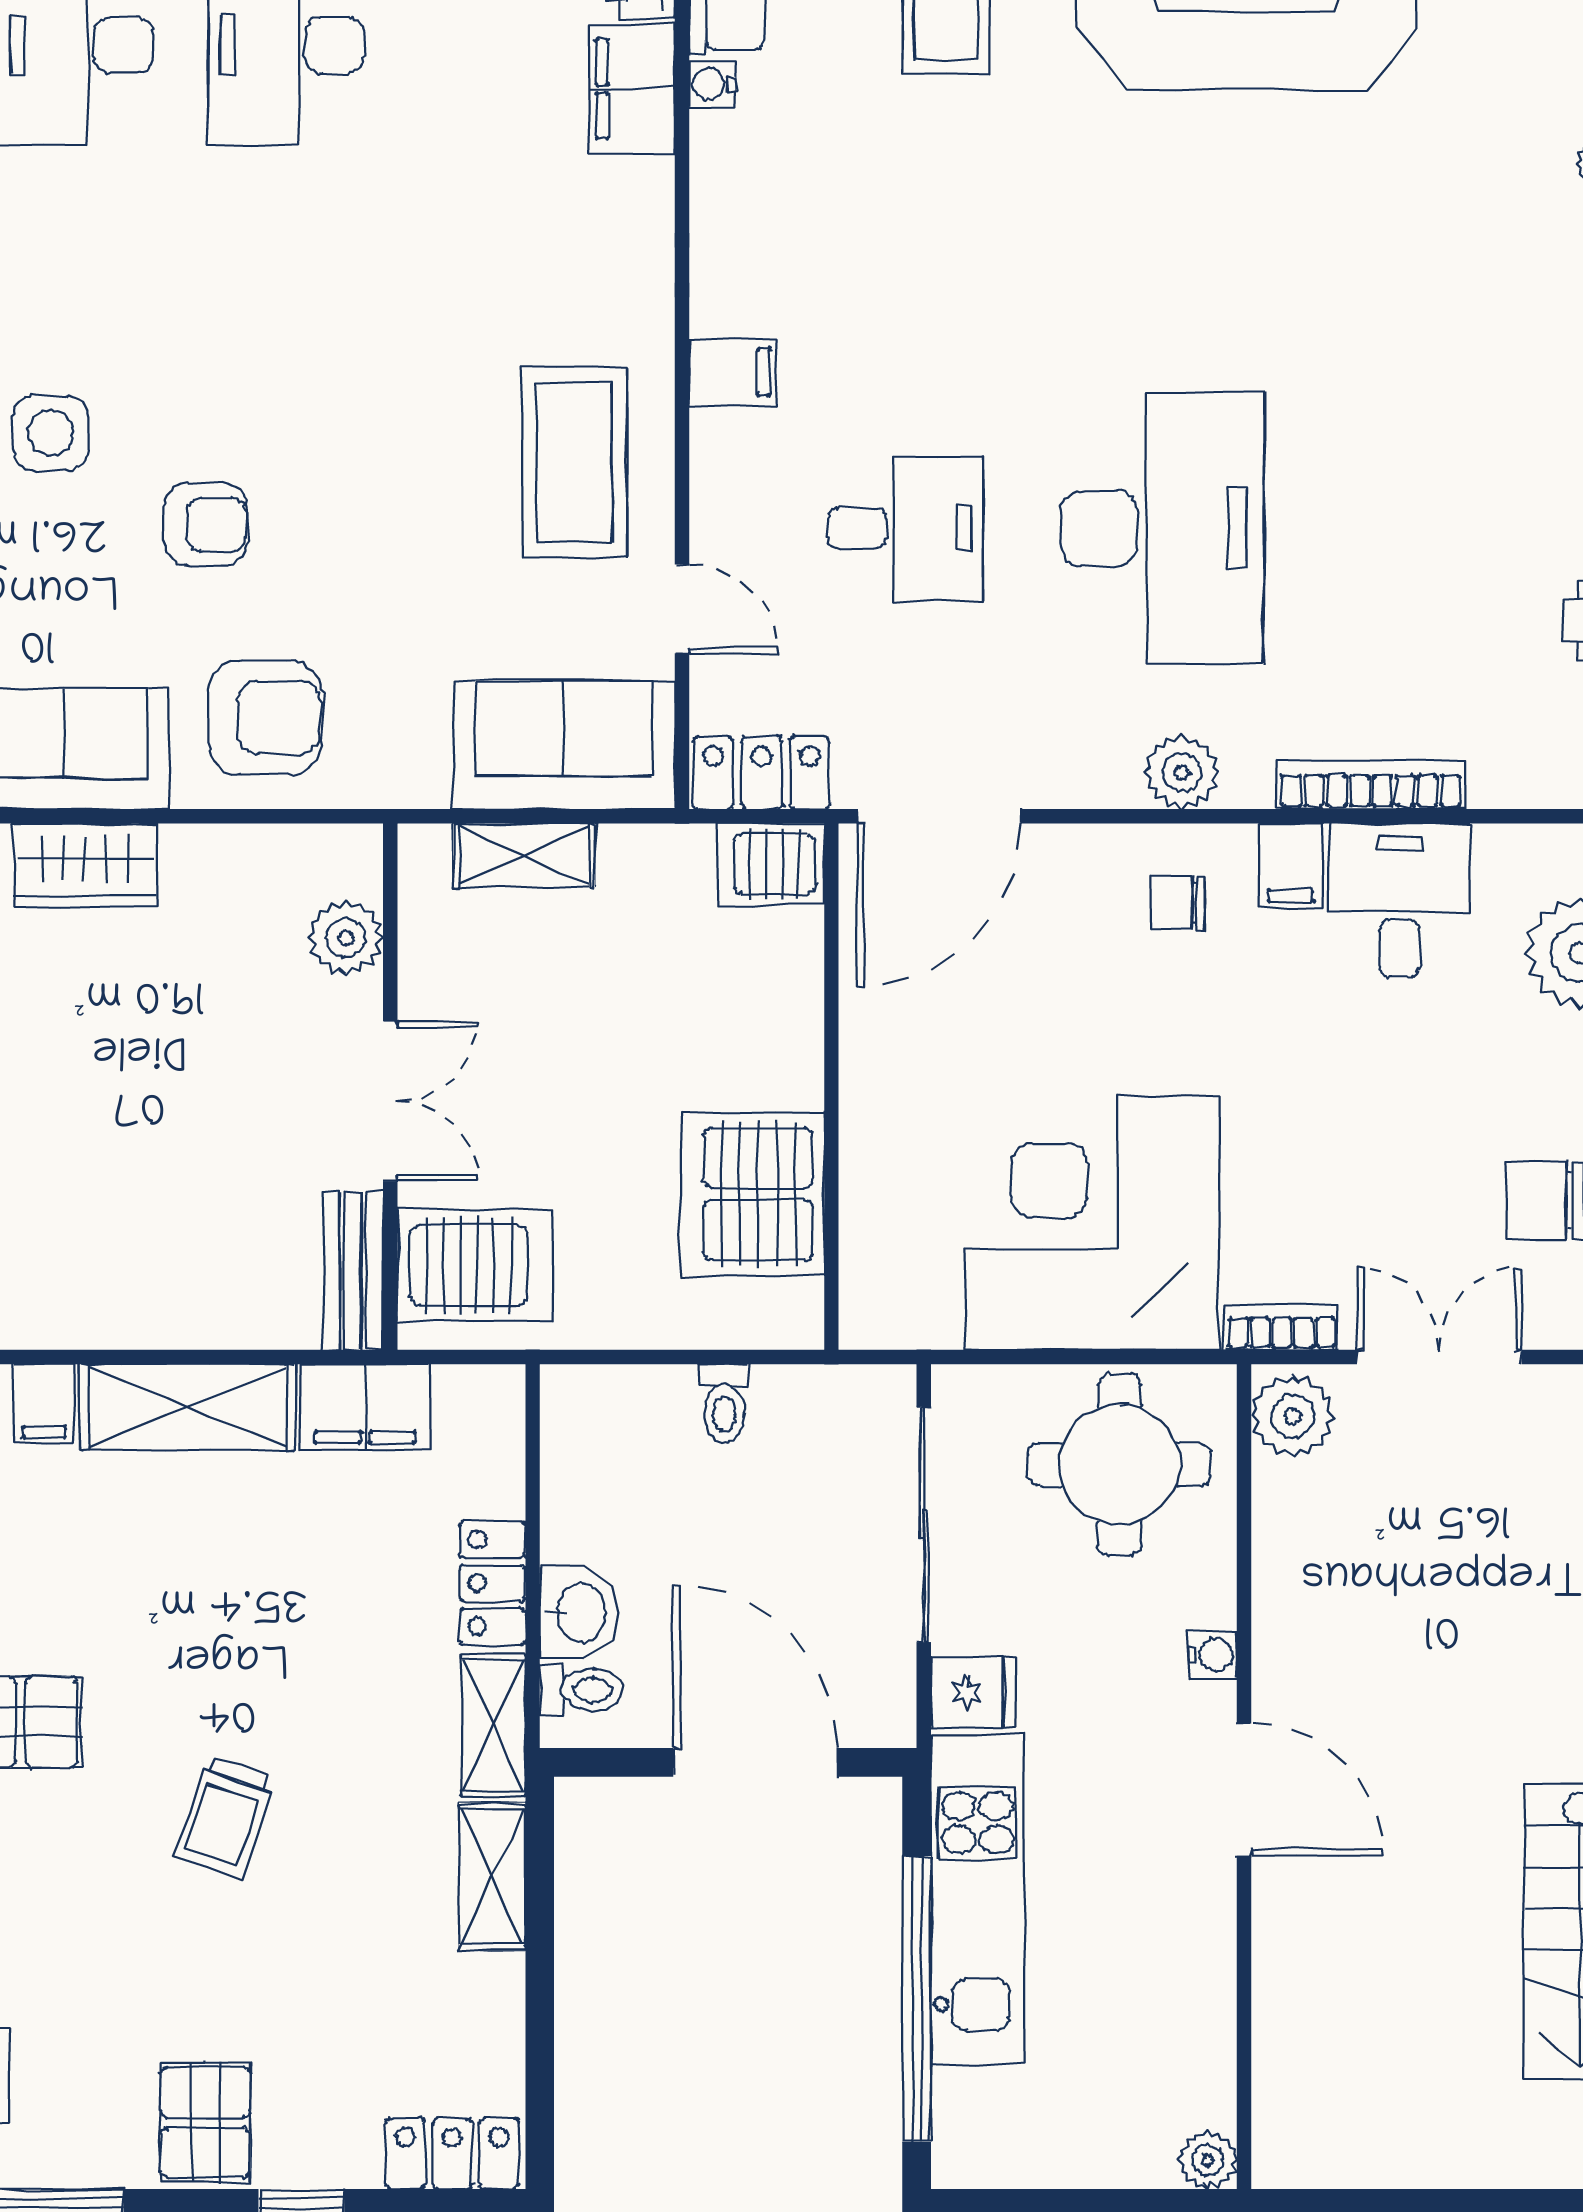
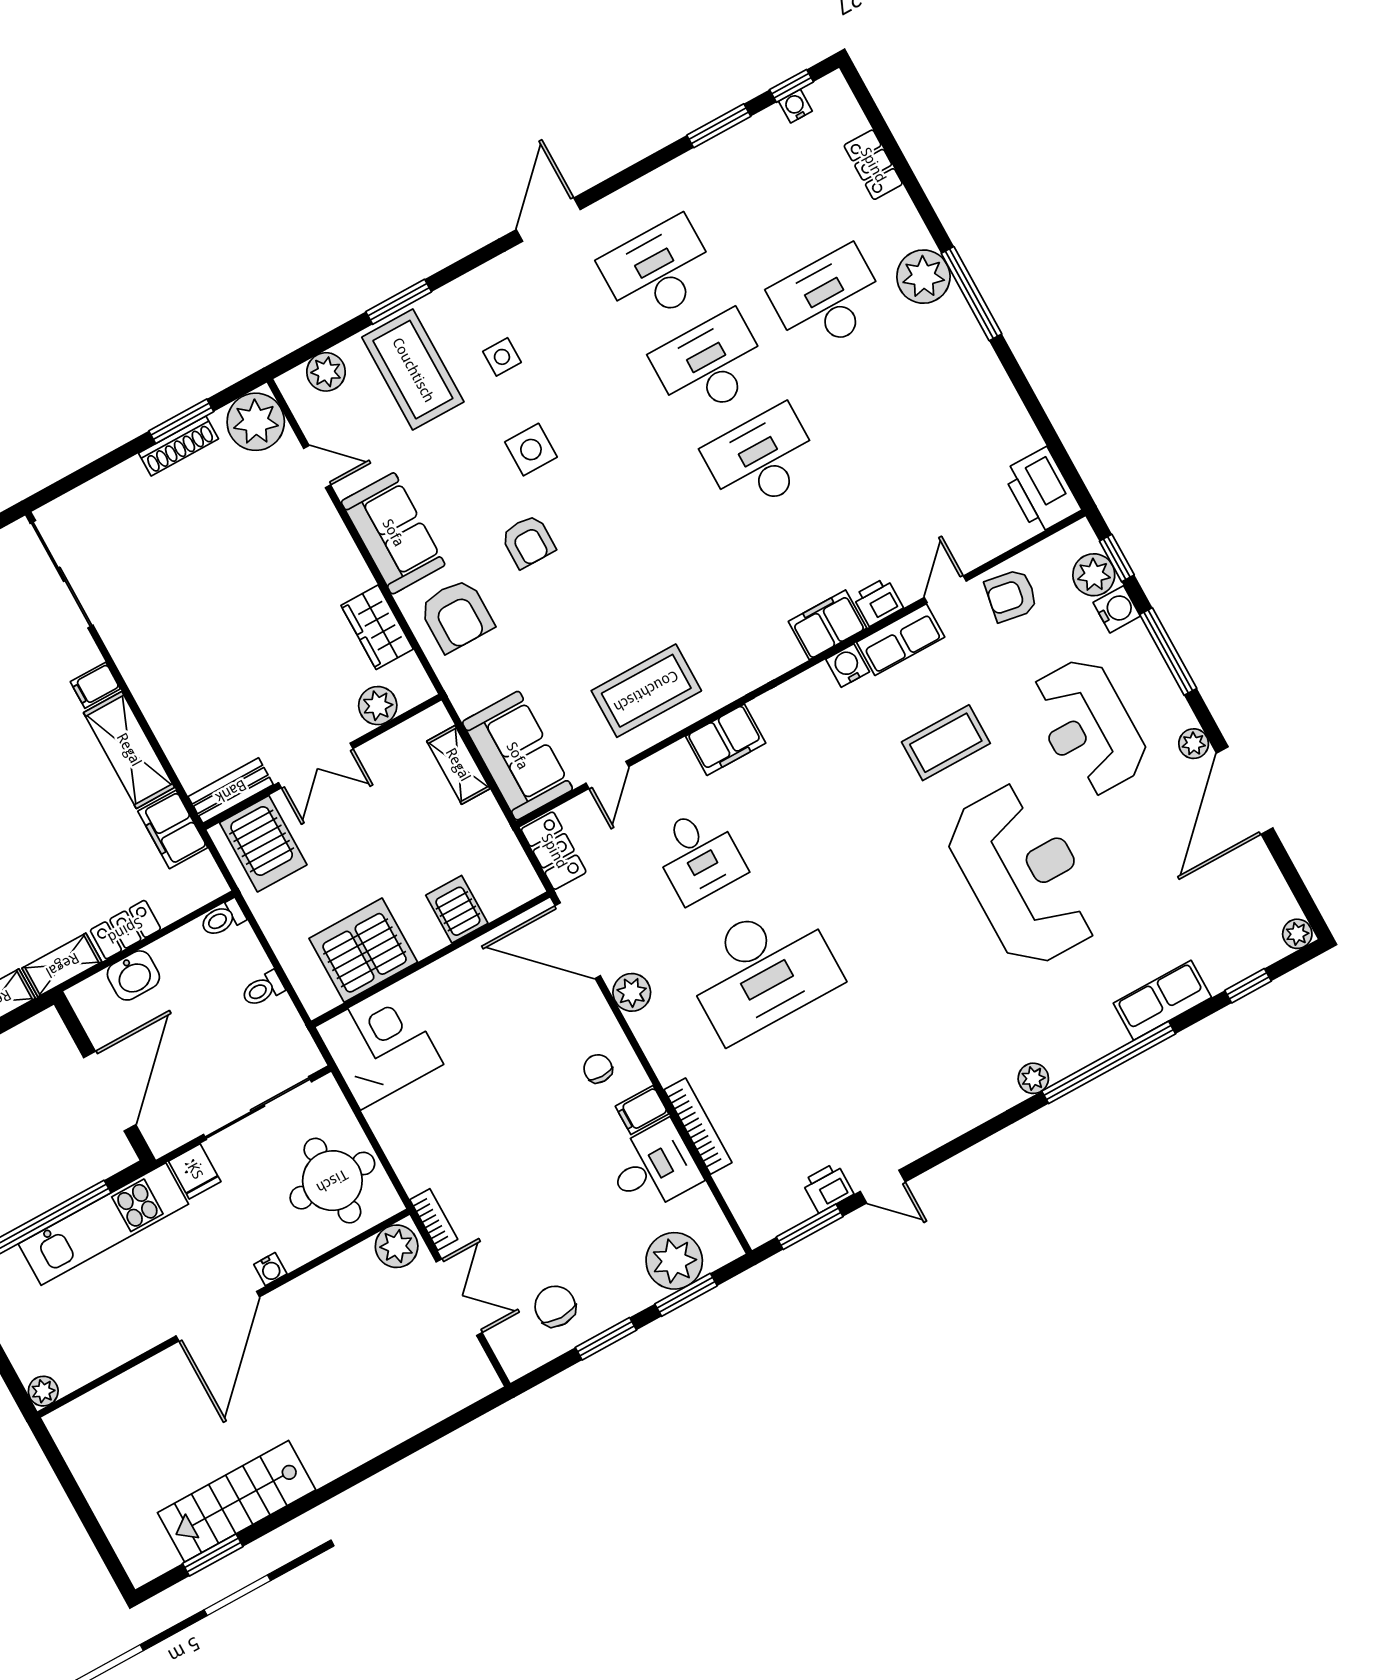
water cooler: (712, 84) -> (848, 666), width x1.38, depth x1.38
filing cabinet: (733, 372) -> (726, 740), width x2.00
plant: (1182, 772) -> (632, 992), moved
server rack: (771, 864) -> (457, 909), moved
wardrobe: (85, 865) -> (377, 627), moved
corner desk: (1092, 1223) -> (379, 1046), moved, width x0.74, depth x0.74
toilet: (581, 1690) -> (223, 918), moved, turned 90
door: (1244, 1790) -> (218, 1316), width x1.36

